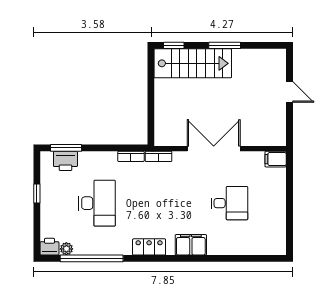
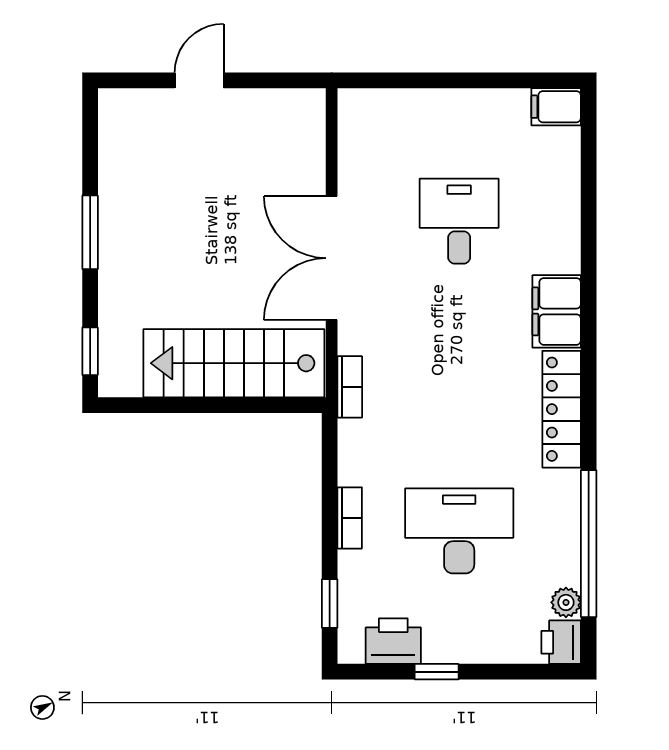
stairs: (193, 63) -> (234, 363), moved, turned -90
window: (66, 148) -> (330, 603), width x0.67
bookcase: (131, 156) -> (350, 518), moved
filing cabinet: (276, 159) -> (556, 107), moved, turned 90
printer: (65, 161) -> (393, 641), moved, turned -90
locker: (149, 247) -> (562, 409), width x1.53

